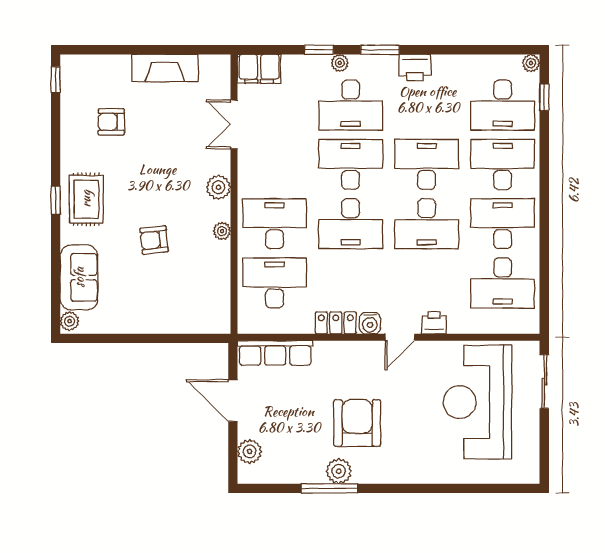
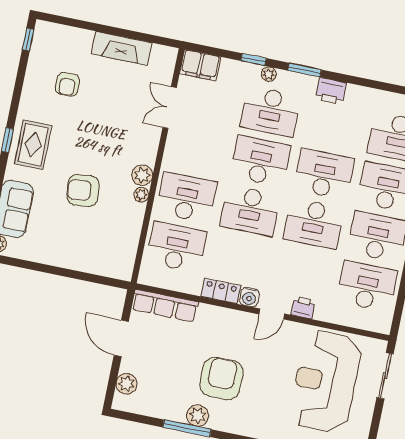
armchair: (111, 122) -> (67, 84), turned -90
plant: (218, 187) -> (142, 175), moved
armchair: (154, 240) -> (83, 190), width x1.38, depth x1.38
desk: (503, 283) -> (367, 286), turned 180

